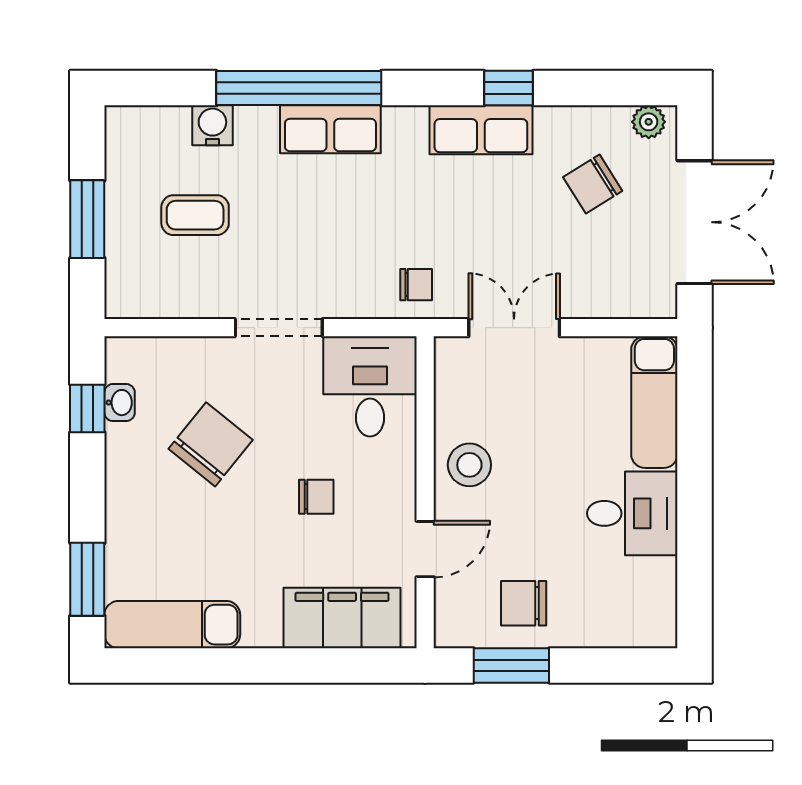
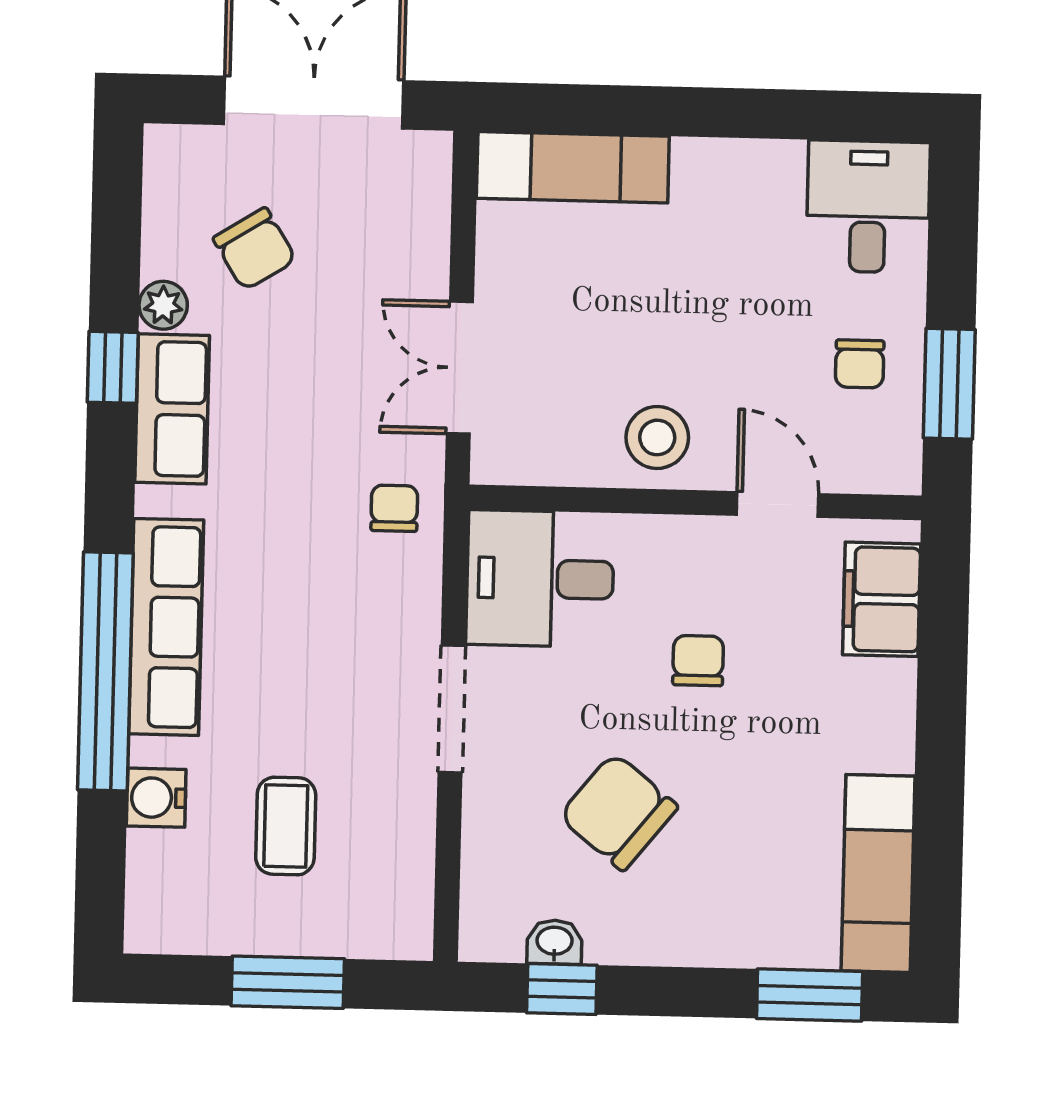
plant: (649, 122) -> (163, 305), moved
row of seats: (330, 129) -> (166, 627), width x1.48
desk: (632, 513) -> (868, 207), moved
chair: (524, 603) -> (860, 364), width x0.73, depth x0.73
filing cabinet: (342, 618) -> (882, 599), width x0.67, depth x0.86

